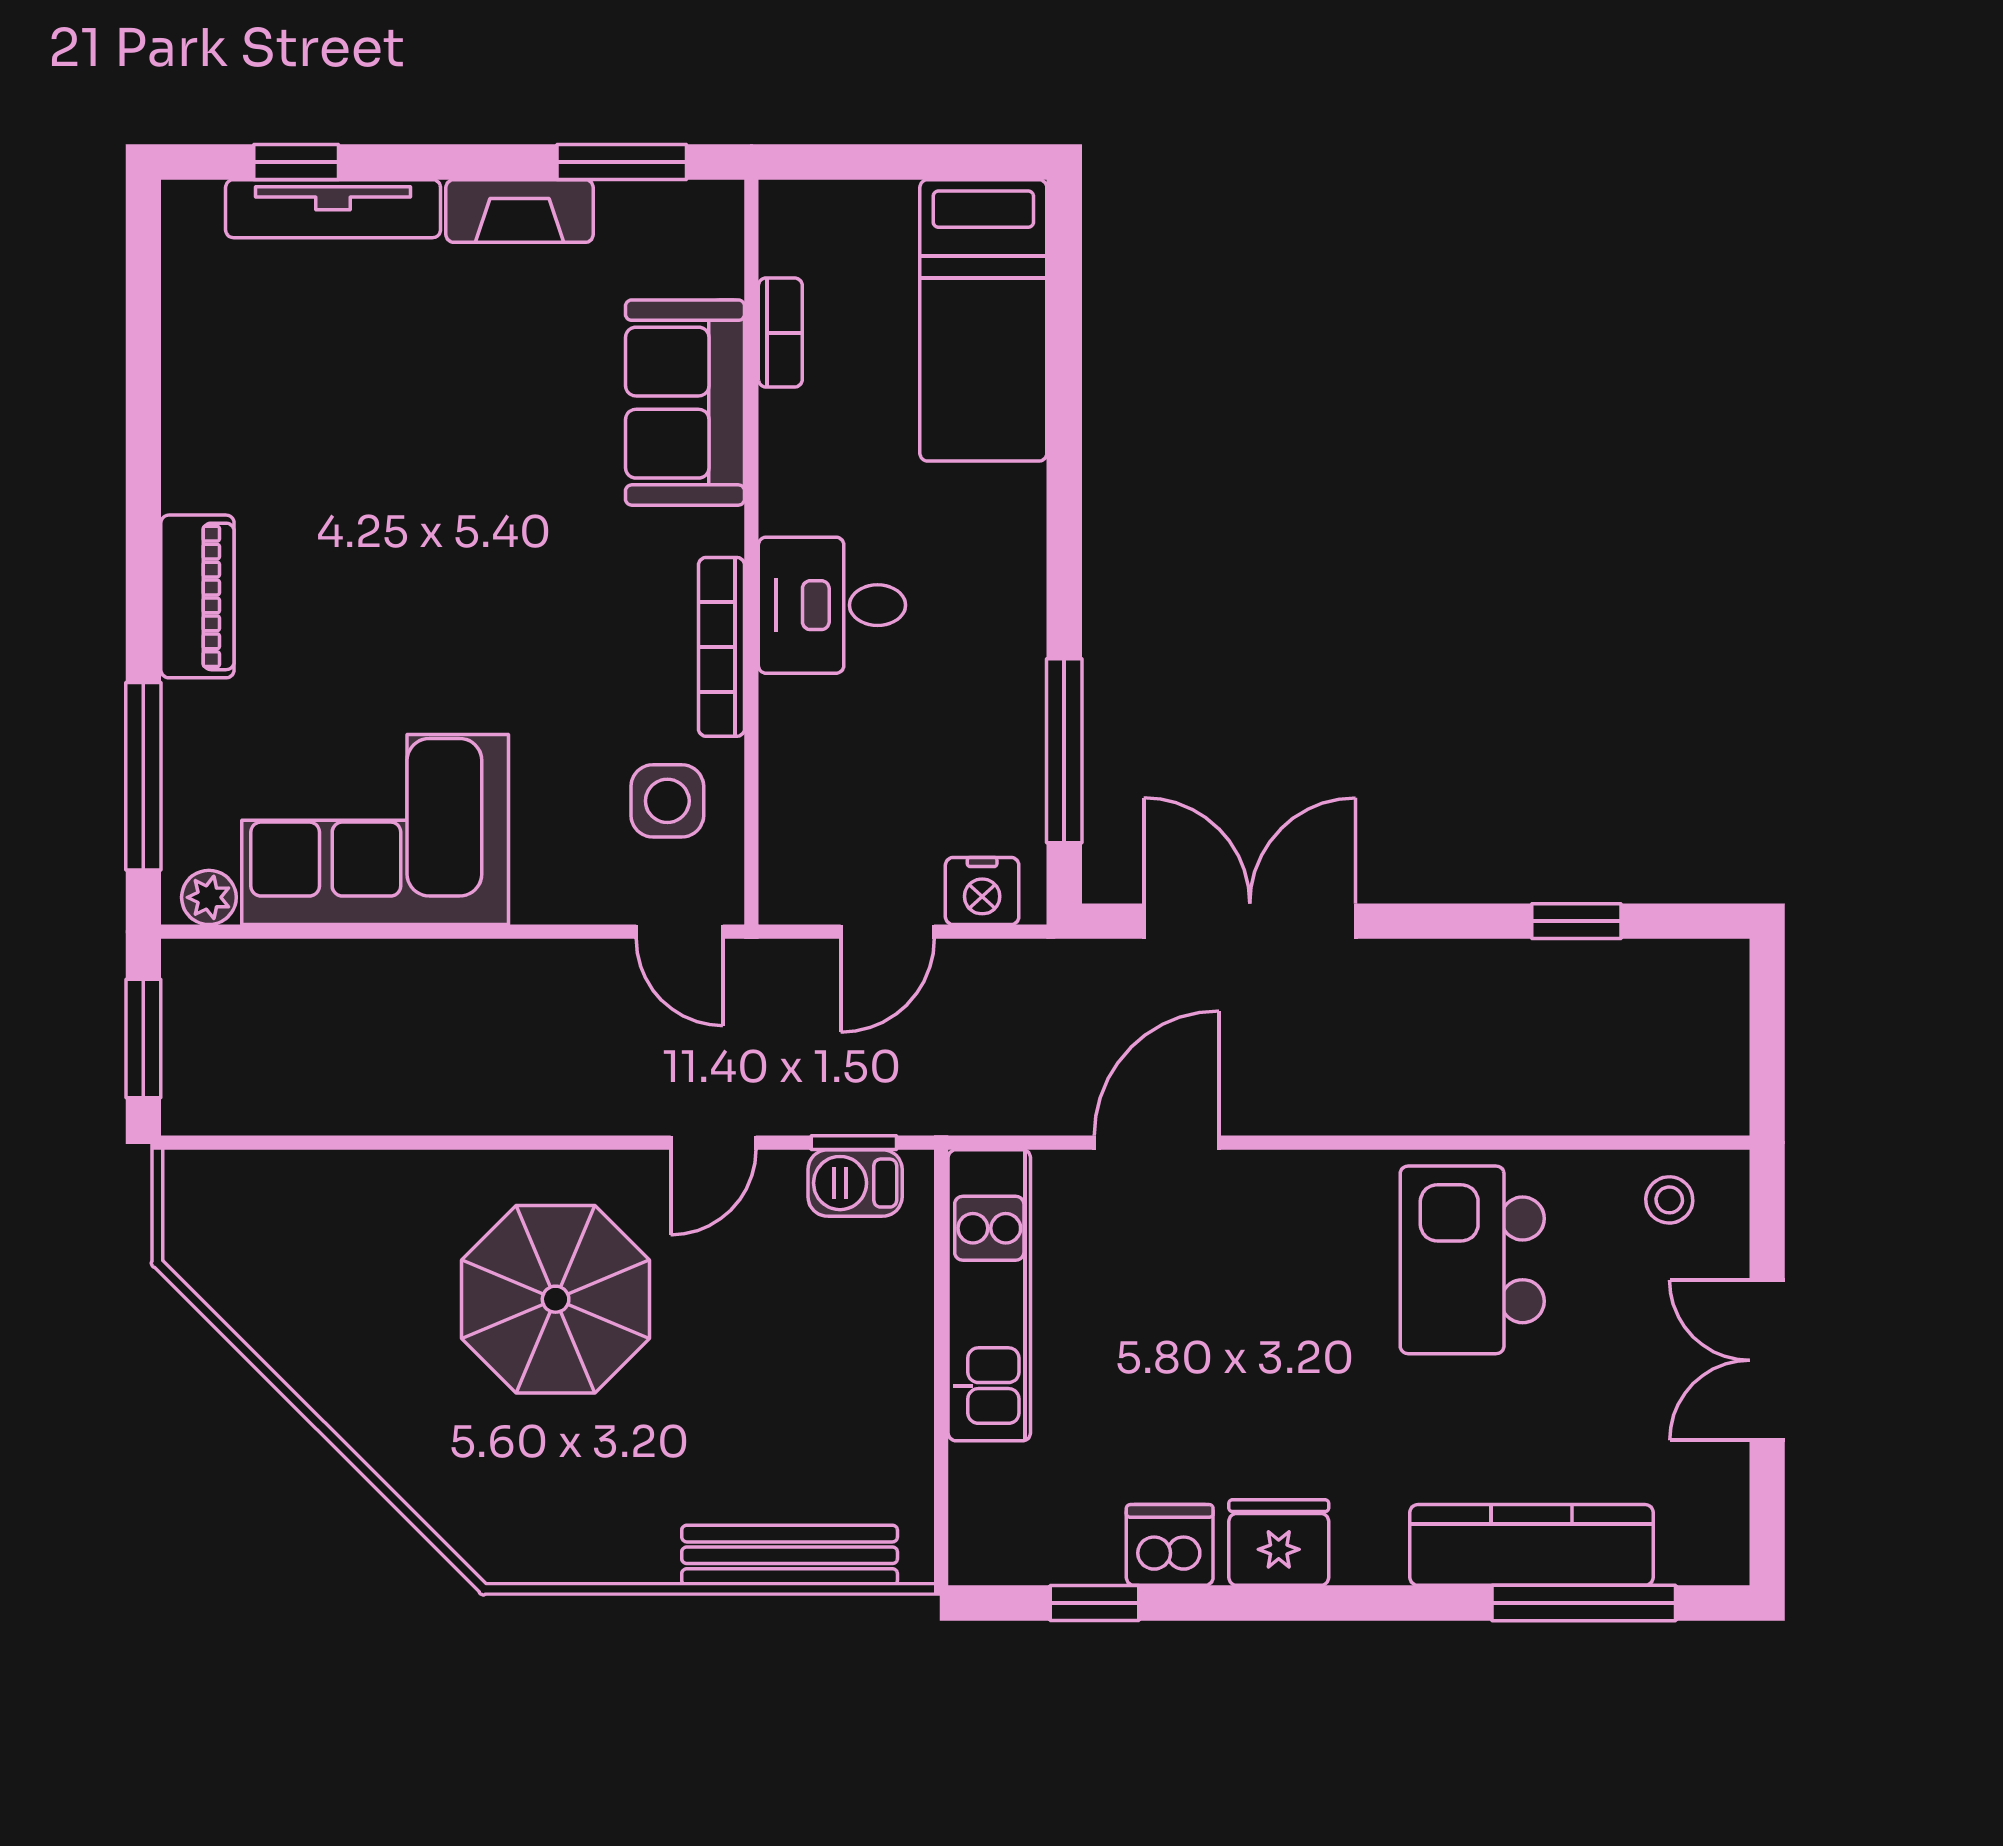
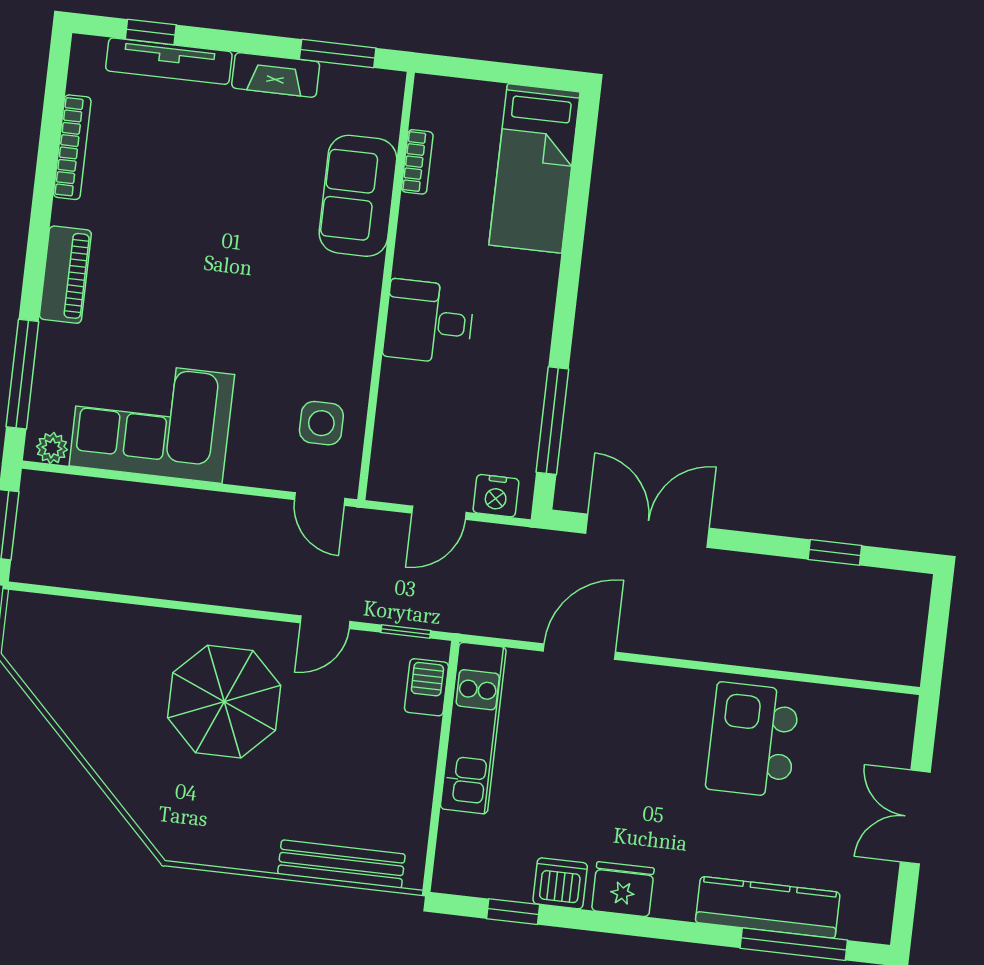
bookcase: (721, 647) -> (72, 147), moved, turned 180
barbecue: (855, 1183) -> (427, 687), moved, turned 90
stool: (1669, 1200) -> (870, 719), removed

